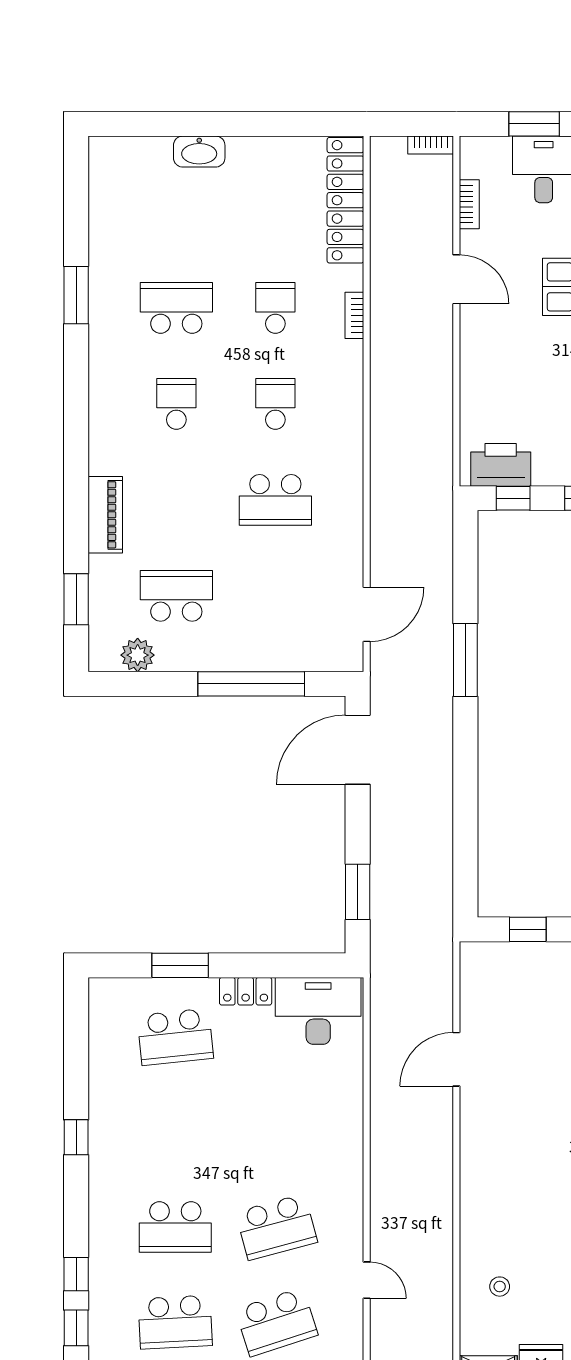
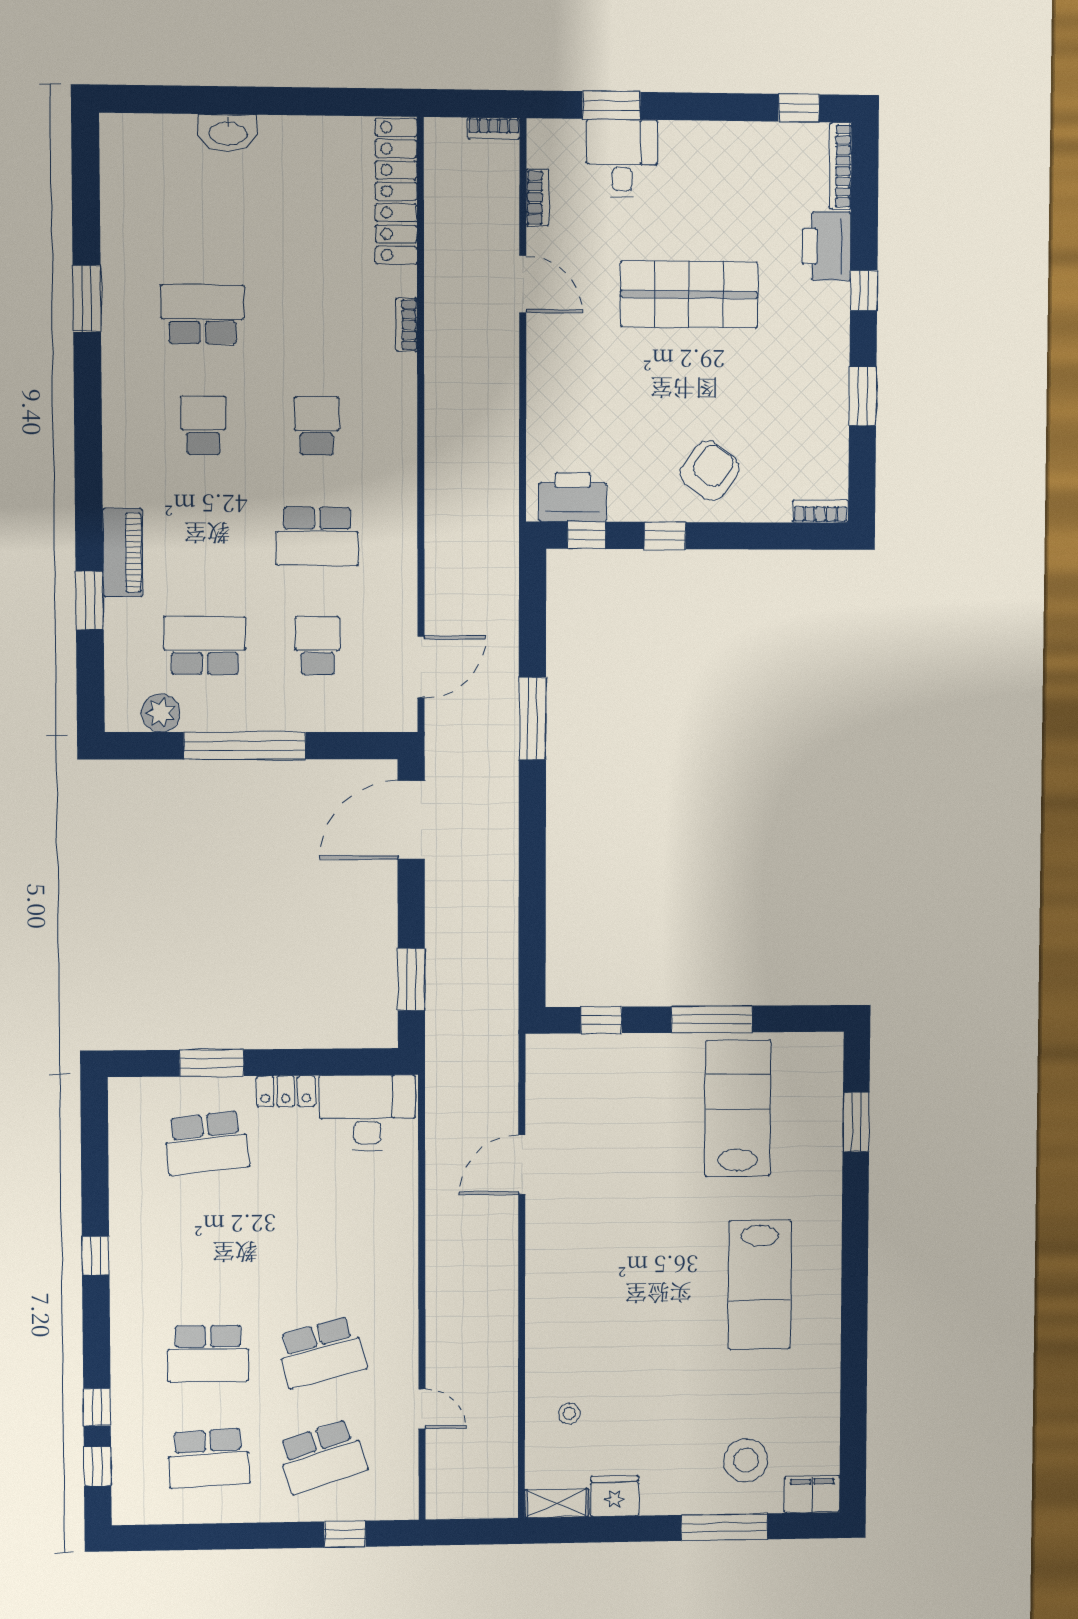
school desk: (275, 308) -> (318, 646), moved
window: (76, 599) -> (90, 600), moved
window: (251, 684) -> (245, 746), moved

